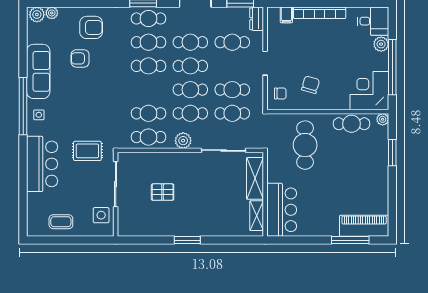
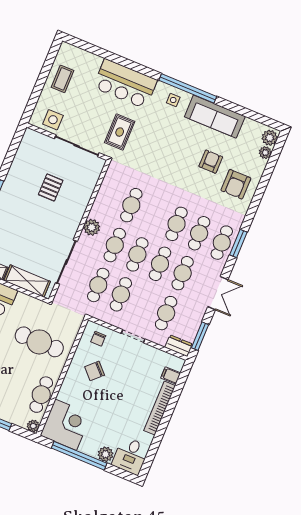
chair: (311, 85) -> (95, 371), turned 120
cafe table: (149, 137) -> (109, 196), removed

